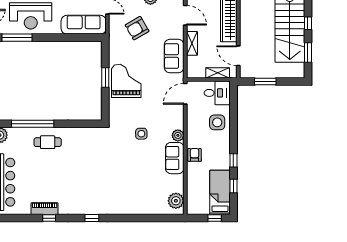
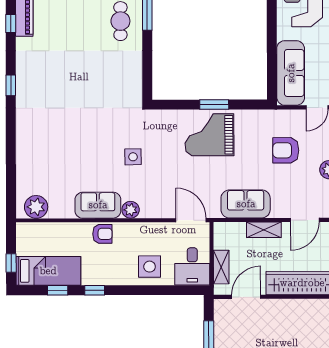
armchair: (137, 28) -> (286, 150), turned -60
grand piano: (126, 81) -> (209, 135), turned 180

